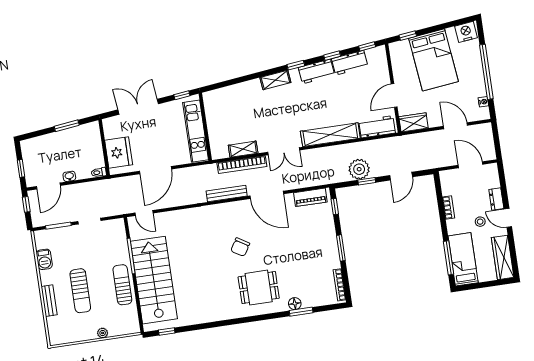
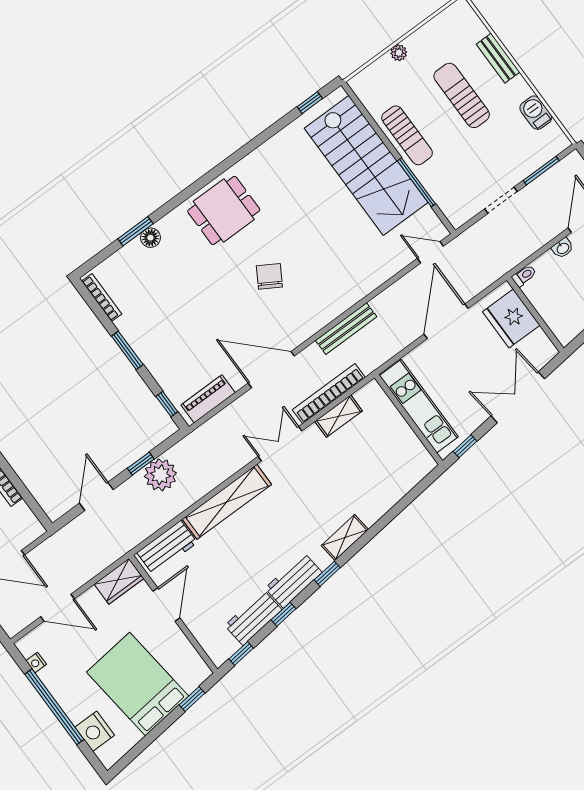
nightstand: (466, 32) -> (95, 731), moved, turned 96
double door: (138, 107) -> (518, 397), swing flipped
bench: (227, 194) -> (346, 329), moved
dining table: (259, 288) -> (224, 210), moved

